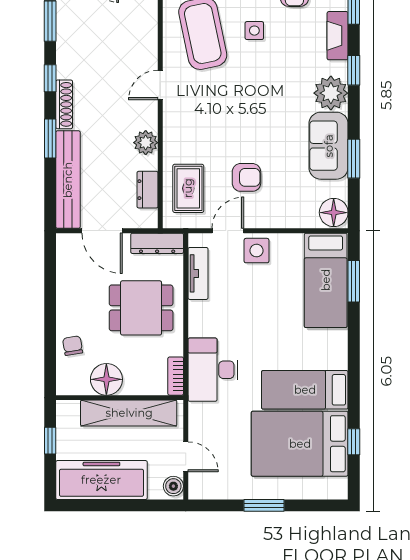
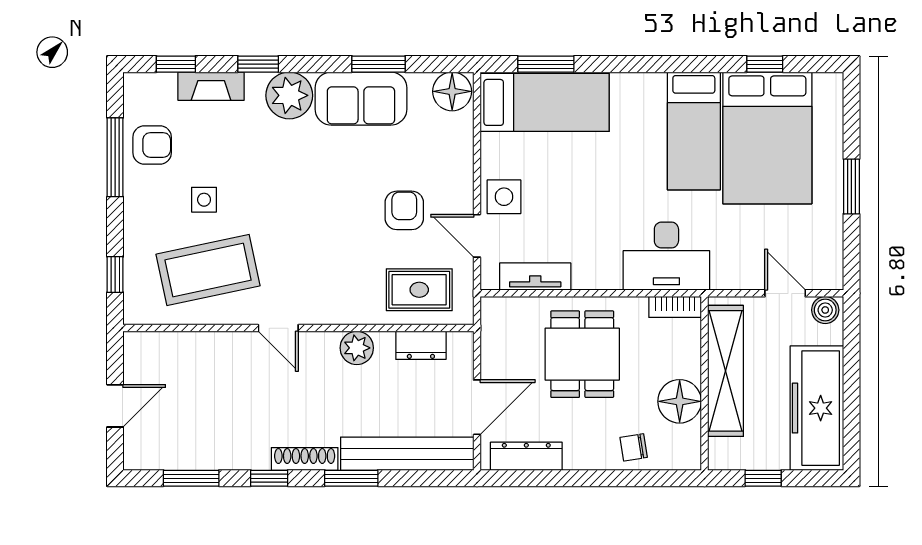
dresser: (157, 243) -> (526, 456), moved, turned -90
door: (186, 457) -> (785, 293), hinge flipped

